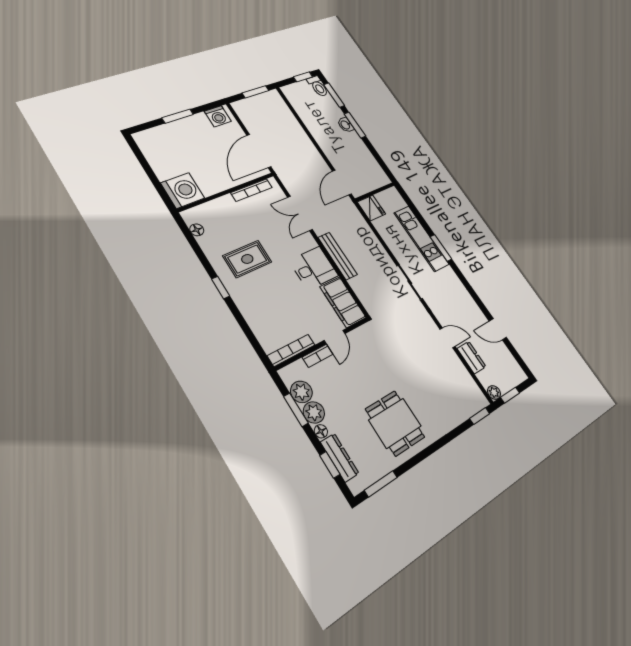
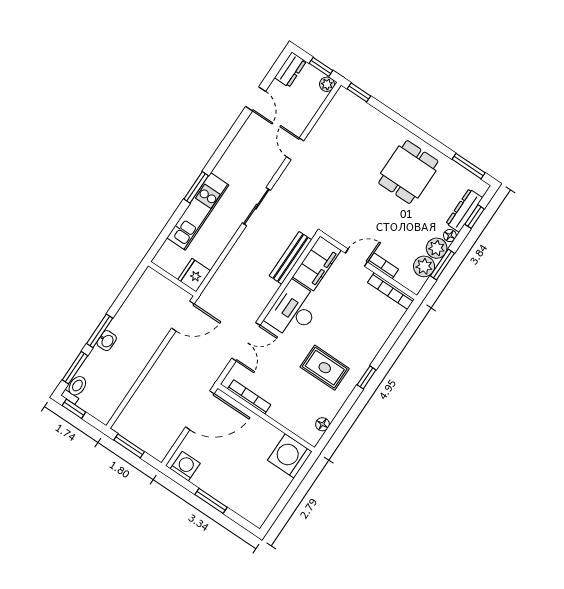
bench: (338, 256) -> (290, 258), moved
desk: (314, 268) -> (294, 310), width x1.37
dresser: (471, 358) -> (290, 70), moved, turned 180

